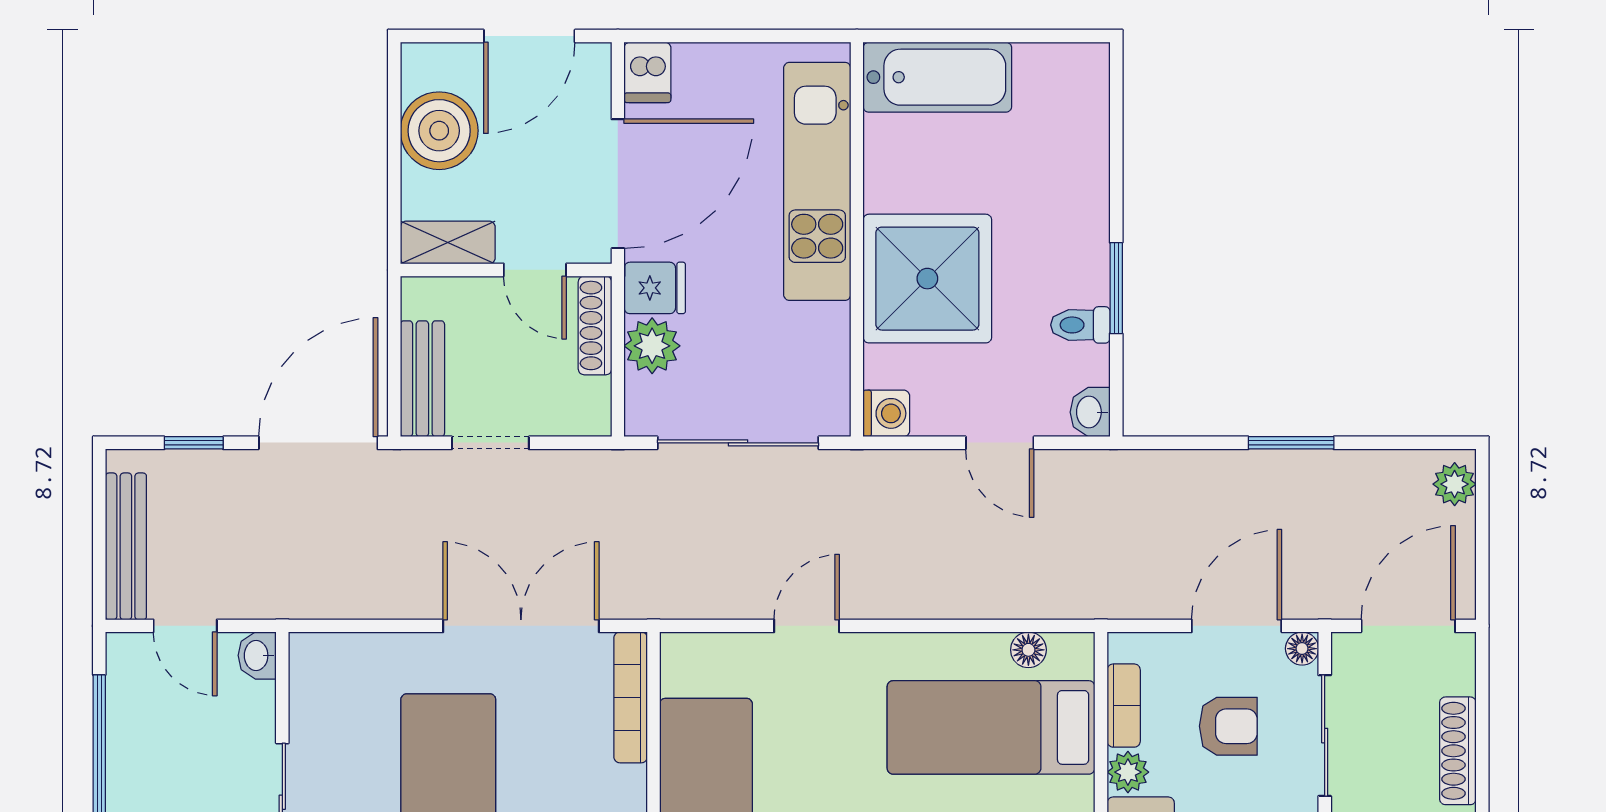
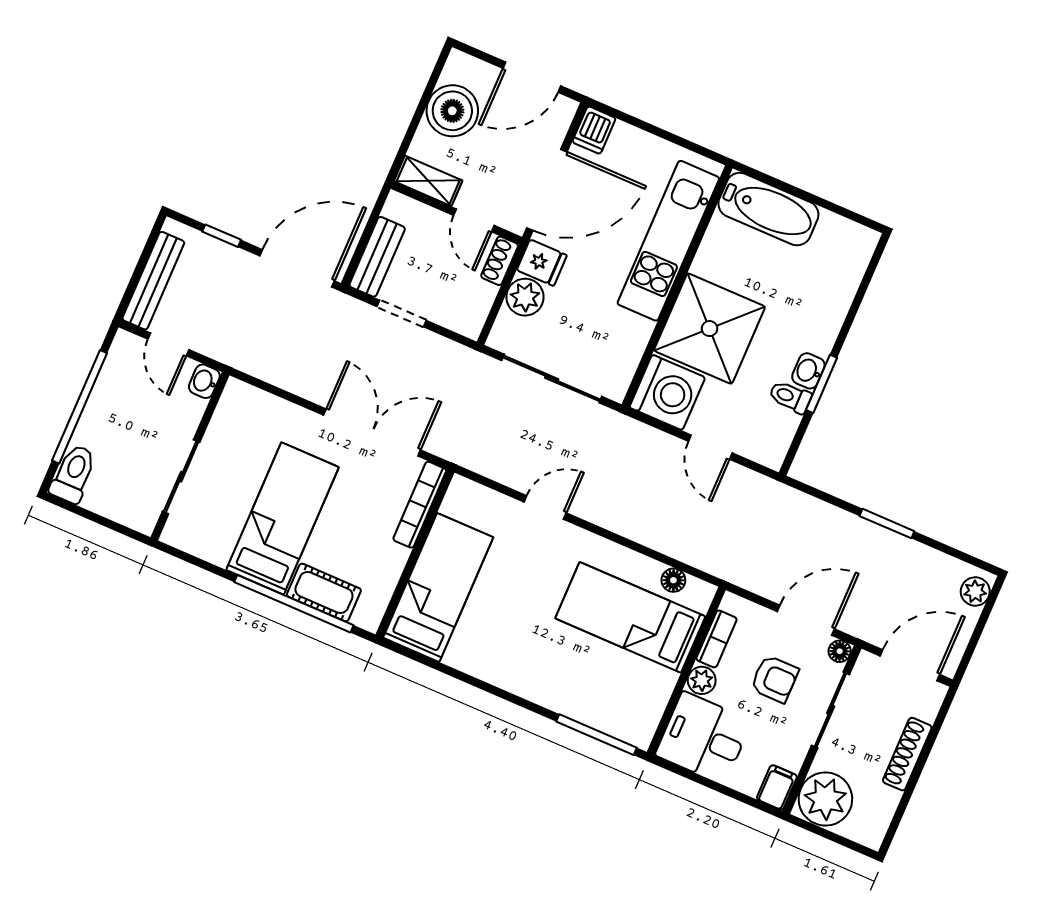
shoe rack: (595, 325) -> (500, 261), width x0.70
washbasin: (1090, 412) -> (808, 371), moved
washing machine: (886, 413) -> (667, 392), width x1.89, depth x1.89

